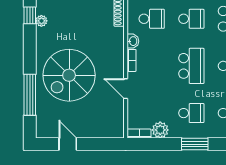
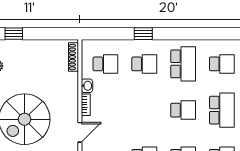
school desk: (191, 66) -> (144, 110), removed
door: (126, 89) -> (80, 132), swing flipped

